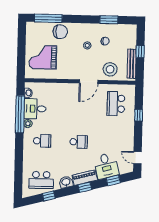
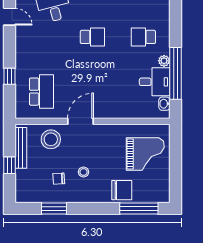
chair: (60, 32) -> (122, 190), turned 180
school desk: (79, 142) -> (92, 37), turned 180

